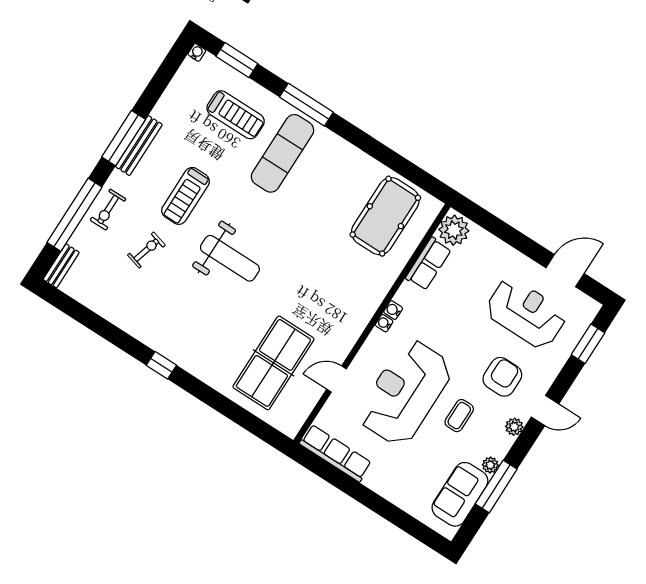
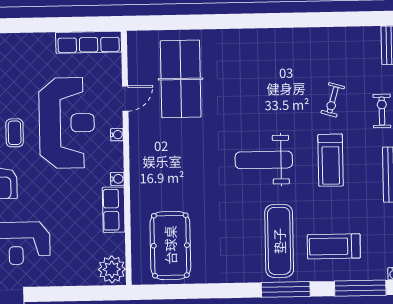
window: (237, 60) -> (360, 288), width x1.44
treadmill: (186, 196) -> (331, 160), turned 180
weight bench: (230, 258) -> (264, 160), moved
row of seats: (428, 264) -> (114, 210), moved
water cooler: (384, 323) -> (117, 135), moved
window: (161, 365) -> (264, 21), removed

